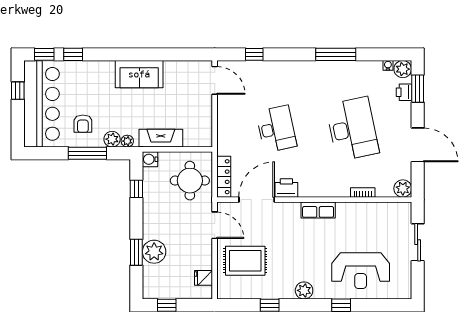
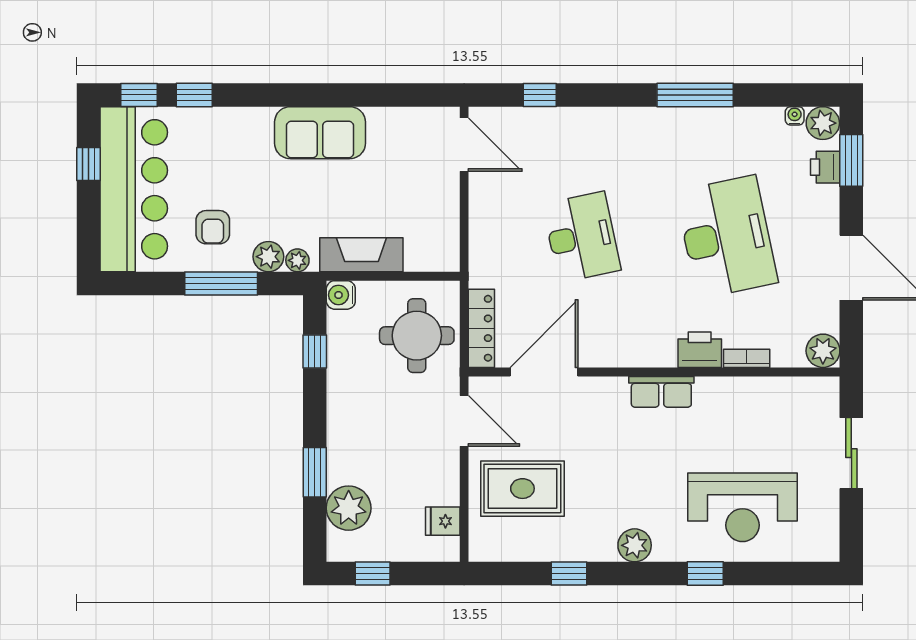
printer: (286, 188) -> (700, 350), moved
plant: (154, 252) -> (349, 508), moved

